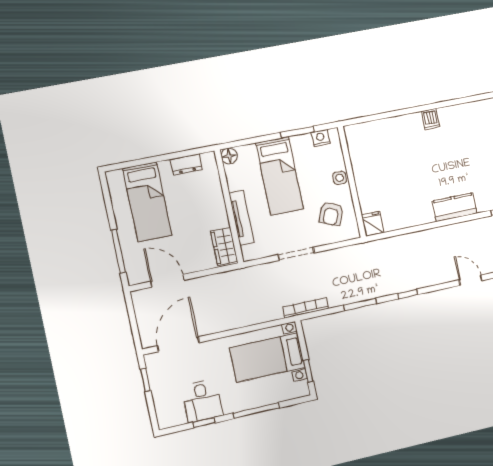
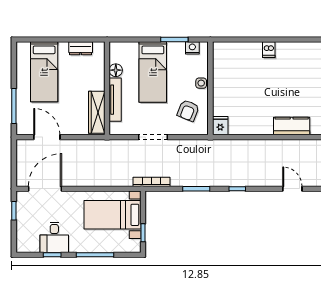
dishwasher: (431, 119) -> (269, 50), moved
floor lamp: (229, 156) -> (116, 70), moved
wardrobe: (224, 246) -> (97, 112), width x1.50

